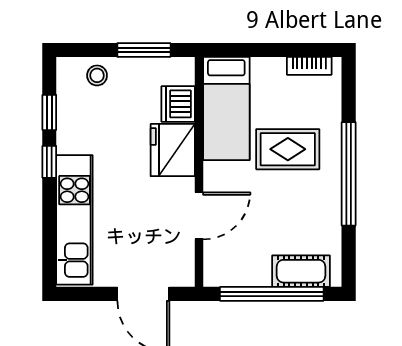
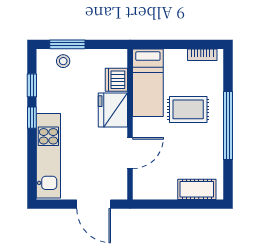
window: (144, 50) -> (67, 44), moved
window: (272, 294) -> (178, 204), removed

